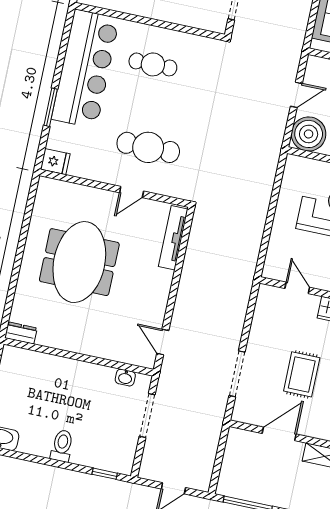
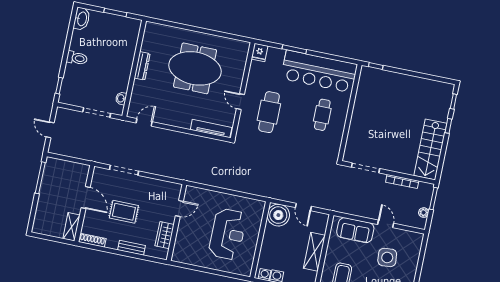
dresser: (21, 333) -> (142, 66), moved, width x1.44

